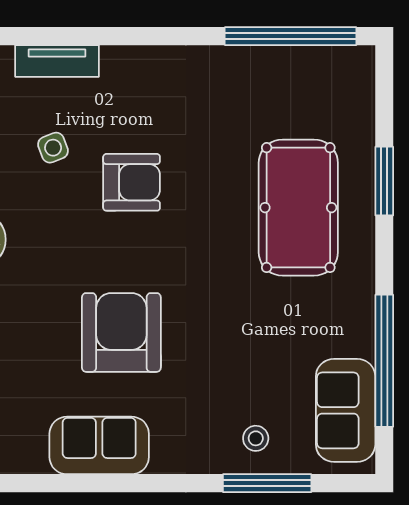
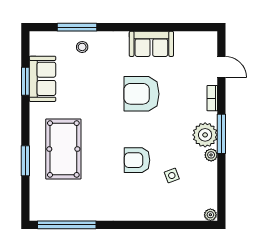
tv unit: (57, 61) -> (170, 214), removed
armchair: (121, 332) -> (142, 94), turned 90
window: (384, 361) -> (25, 81), width x0.47
sofa: (346, 410) -> (42, 79), moved

